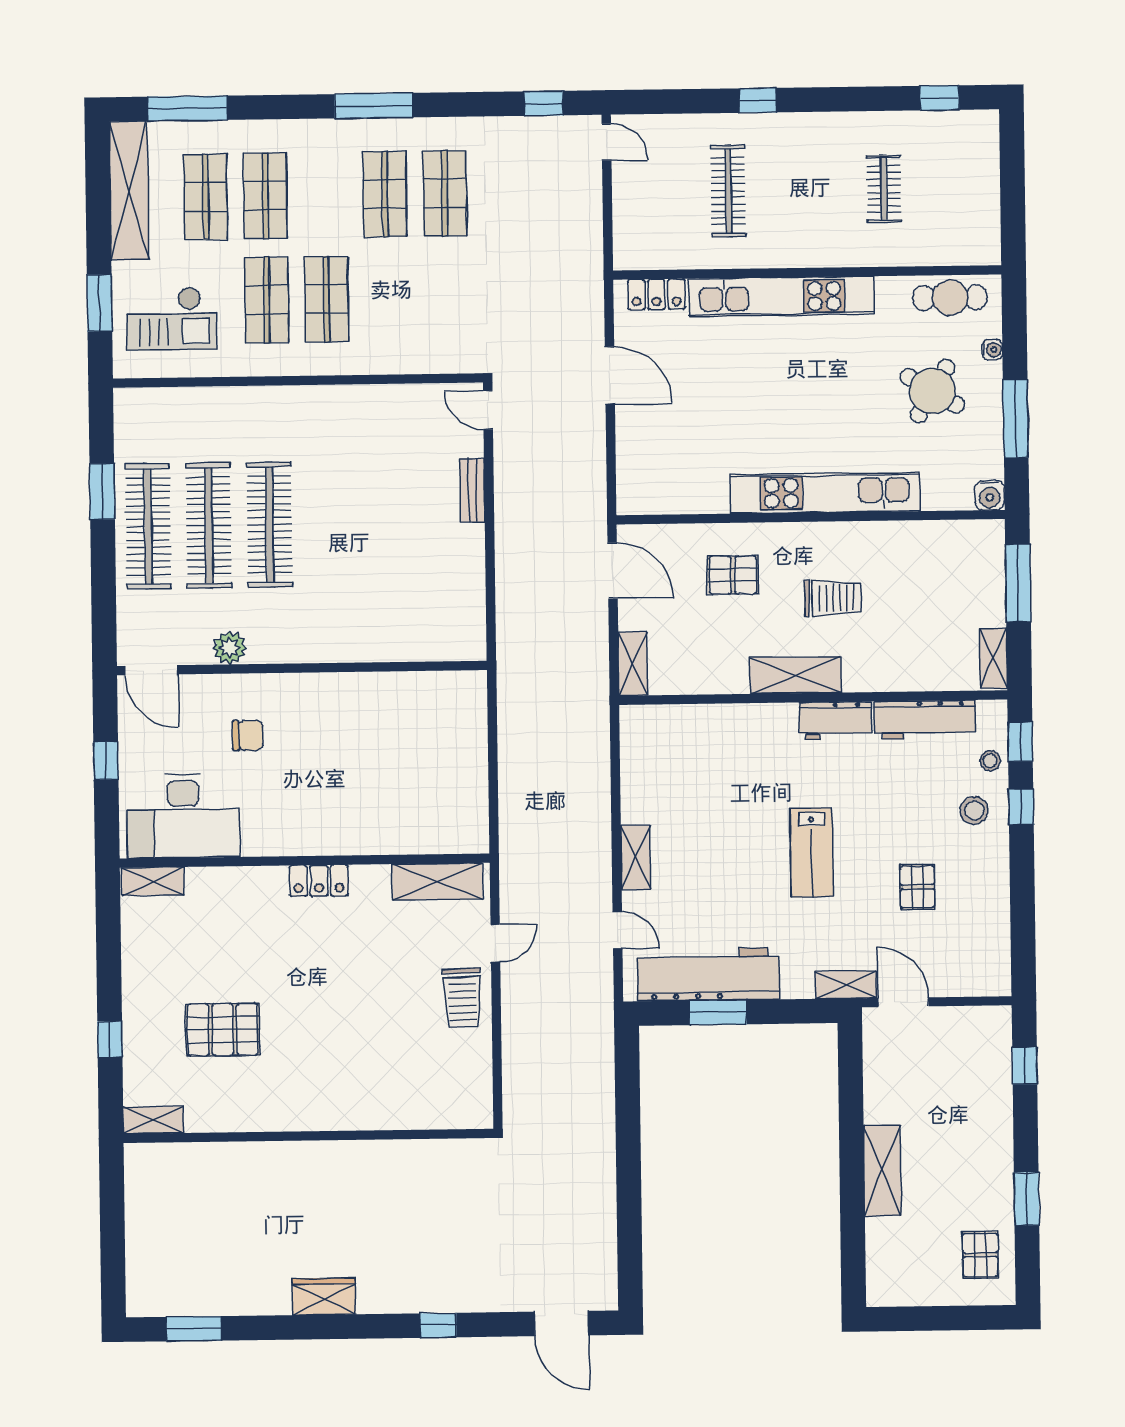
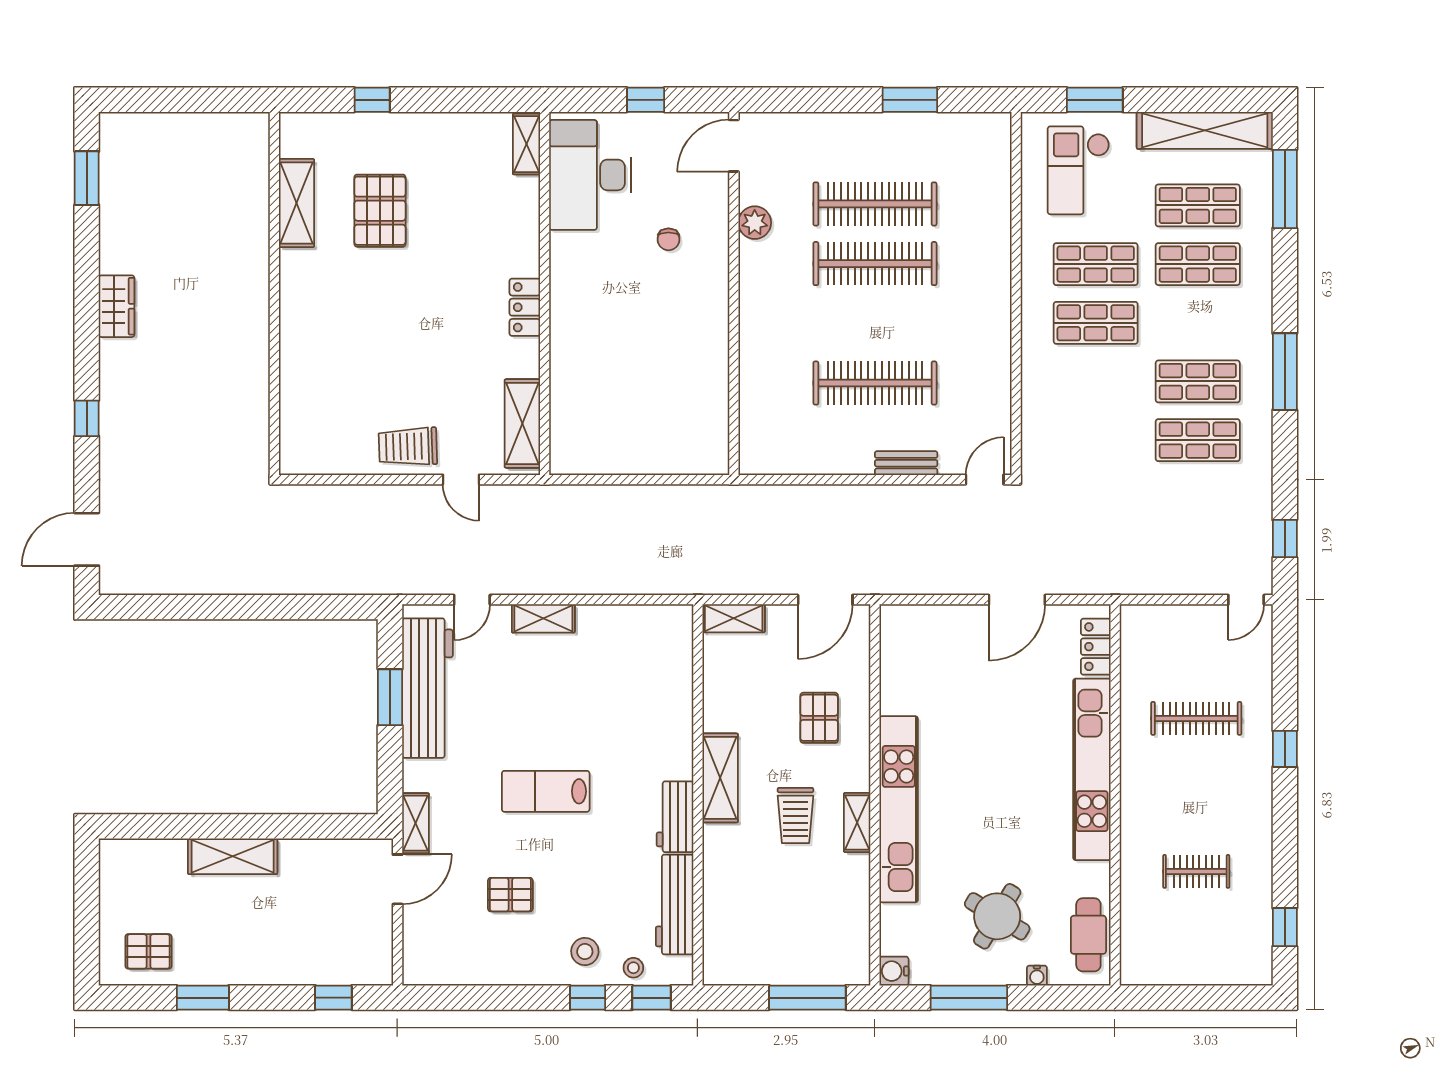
clothes rail: (148, 526) -> (875, 383), moved
shelving: (993, 658) -> (857, 822), moved, turned 90
chair: (248, 735) -> (668, 239), width x0.73, depth x0.73
shelving: (153, 1120) -> (297, 203), moved, width x1.50, depth x1.33

